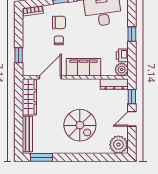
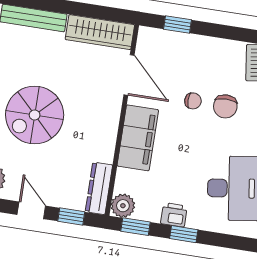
printer: (122, 55) -> (174, 215), moved
window: (132, 61) -> (136, 227), added

